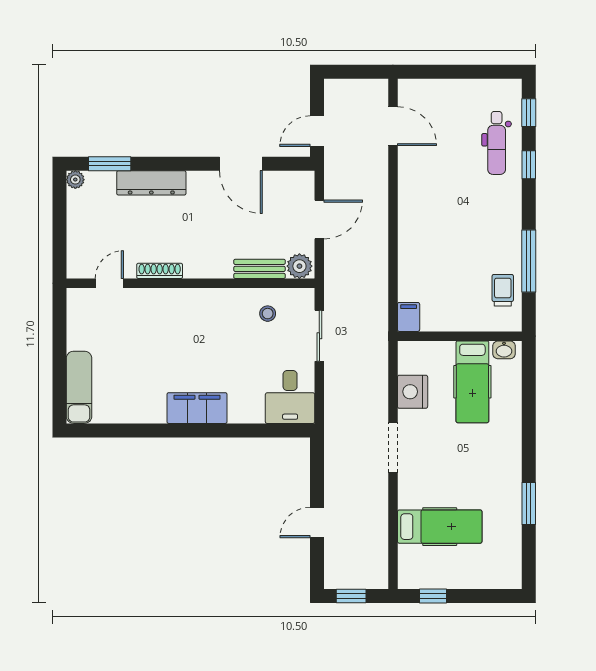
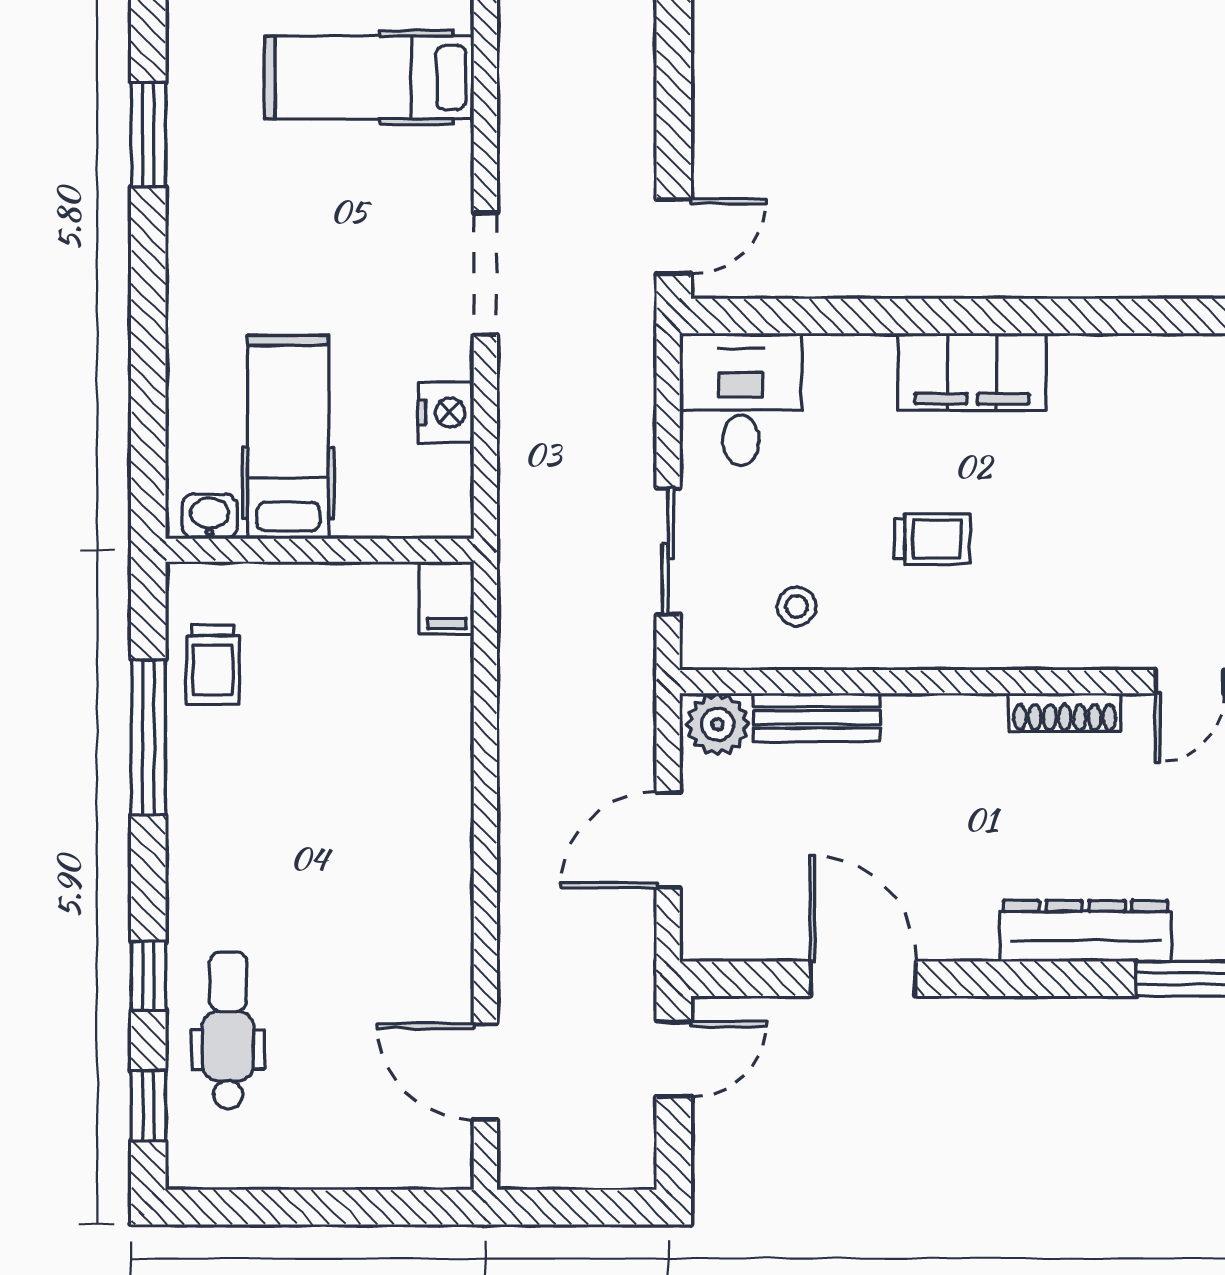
trolley: (213, 341) -> (932, 539), added
nightstand: (413, 392) -> (446, 412), width x0.74, depth x0.75
door: (317, 523) -> (674, 236), moved

